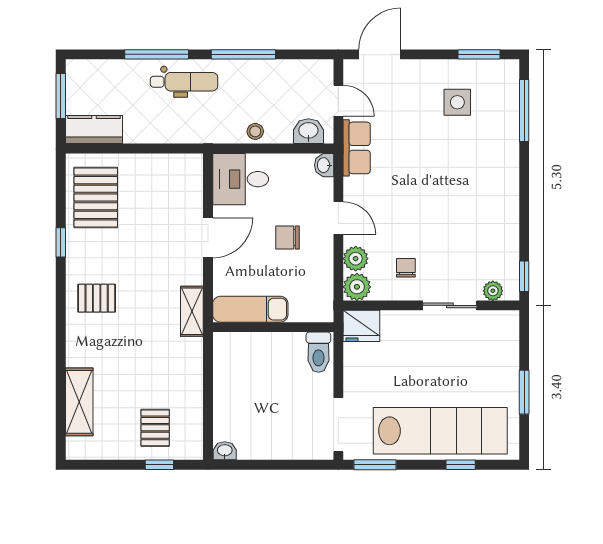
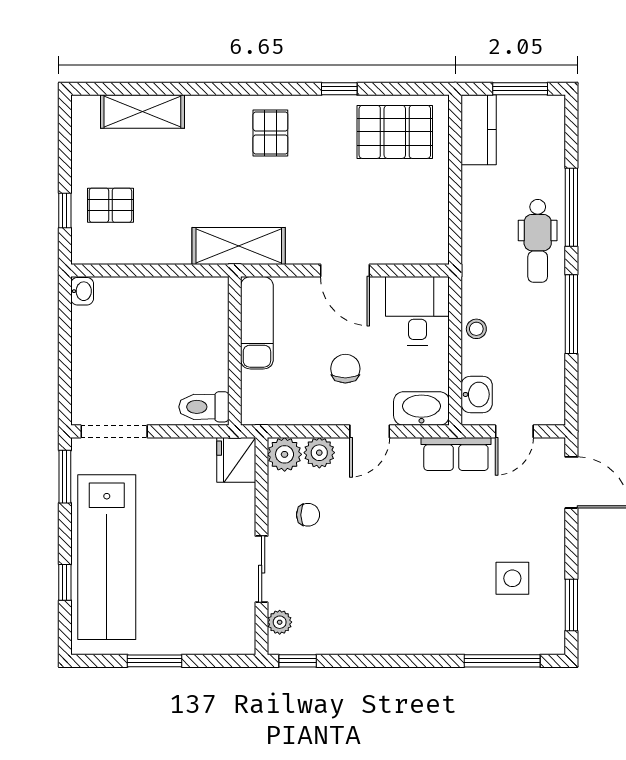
washbasin: (324, 165) -> (421, 408), width x1.91, depth x1.45
shelving: (192, 311) -> (239, 246), width x1.50, depth x1.33

